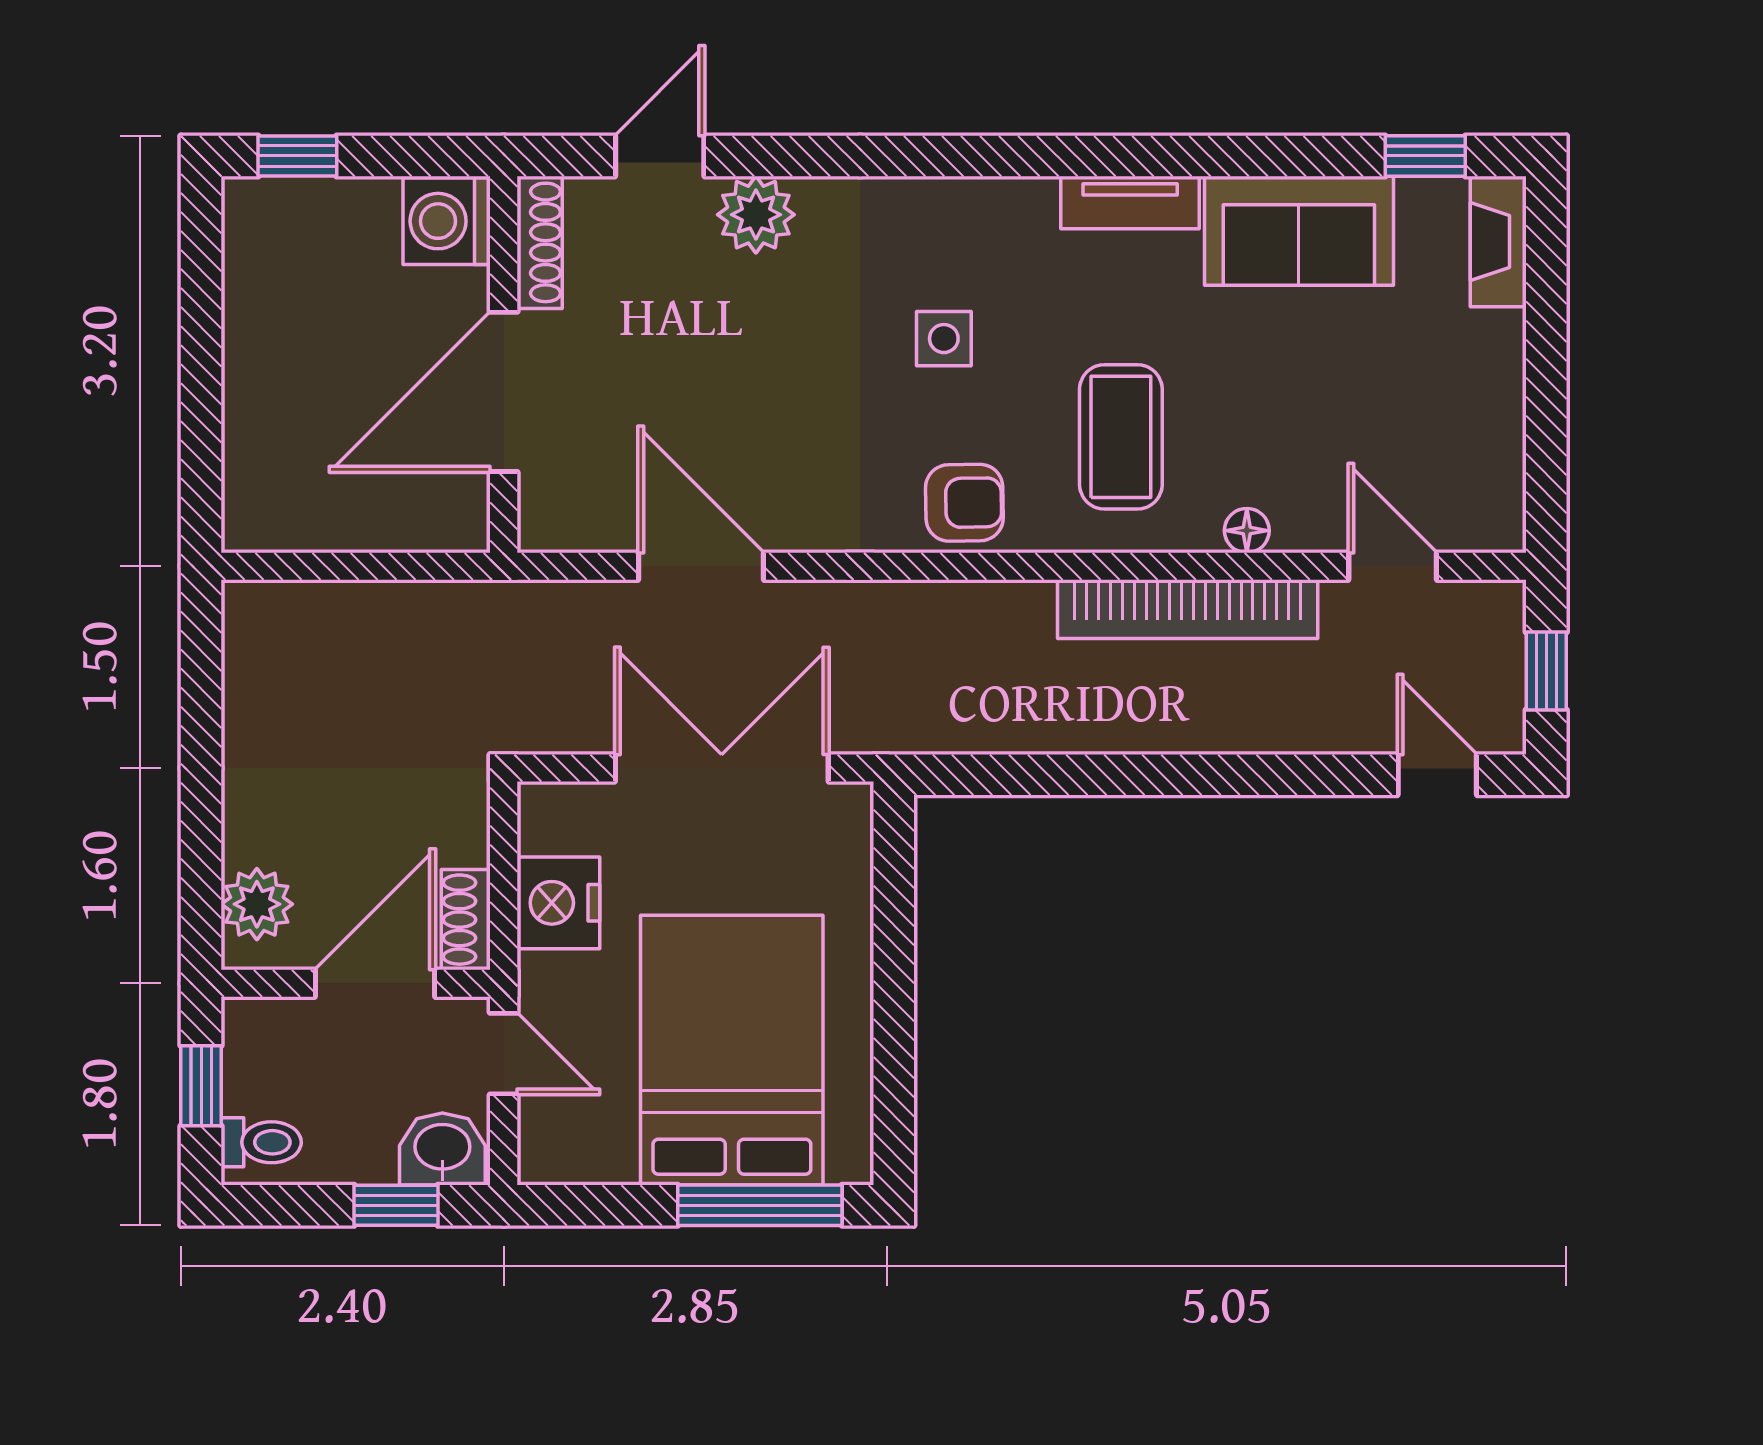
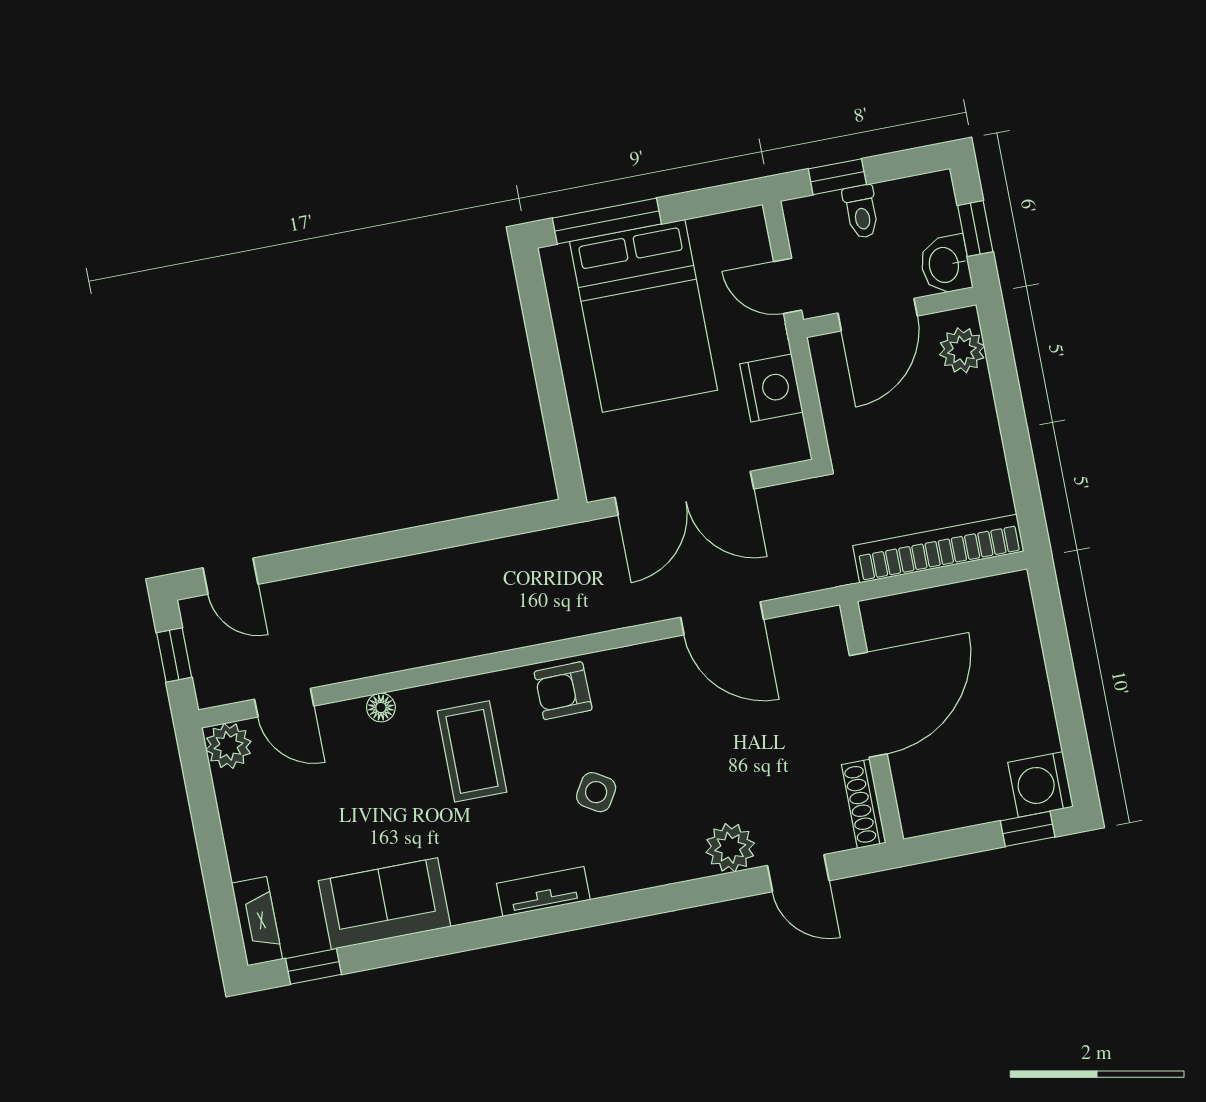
door: (660, 156) -> (798, 873), hinge flipped
tv unit: (1130, 203) -> (543, 892), moved
washing machine: (447, 221) -> (1041, 785), moved, turned 180
side table: (944, 339) -> (596, 792), turned 31
plant: (1490, 517) -> (228, 746), added
bookcase: (1188, 609) -> (938, 549), moved
shoe rack: (466, 920) -> (828, 366), removed
toilet: (261, 1142) -> (861, 212), moved, turned -90
washbasin: (442, 1149) -> (945, 265), moved, turned 90

